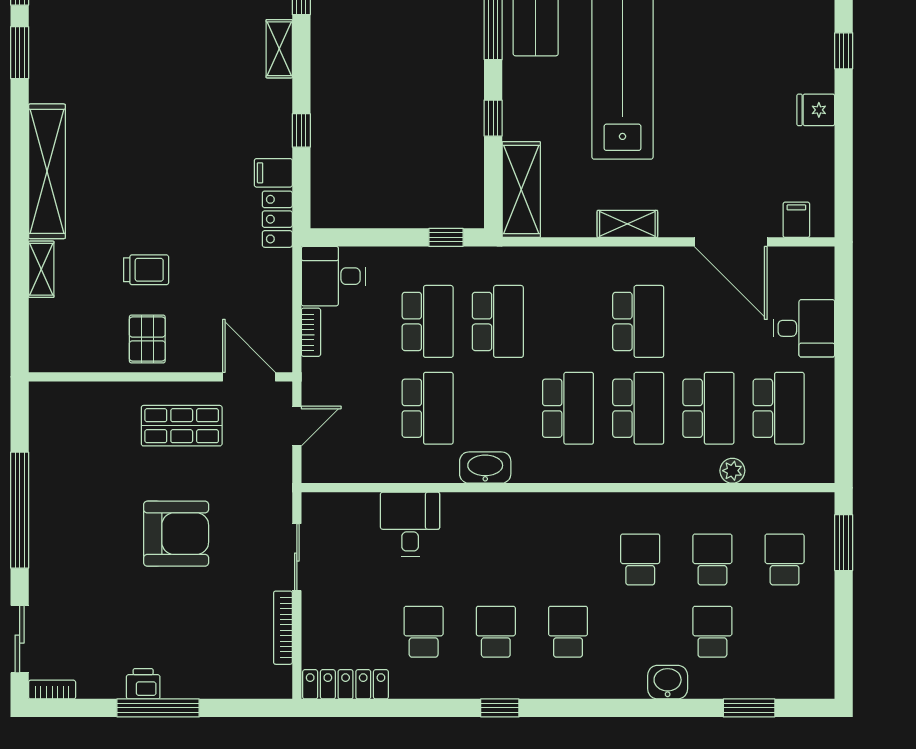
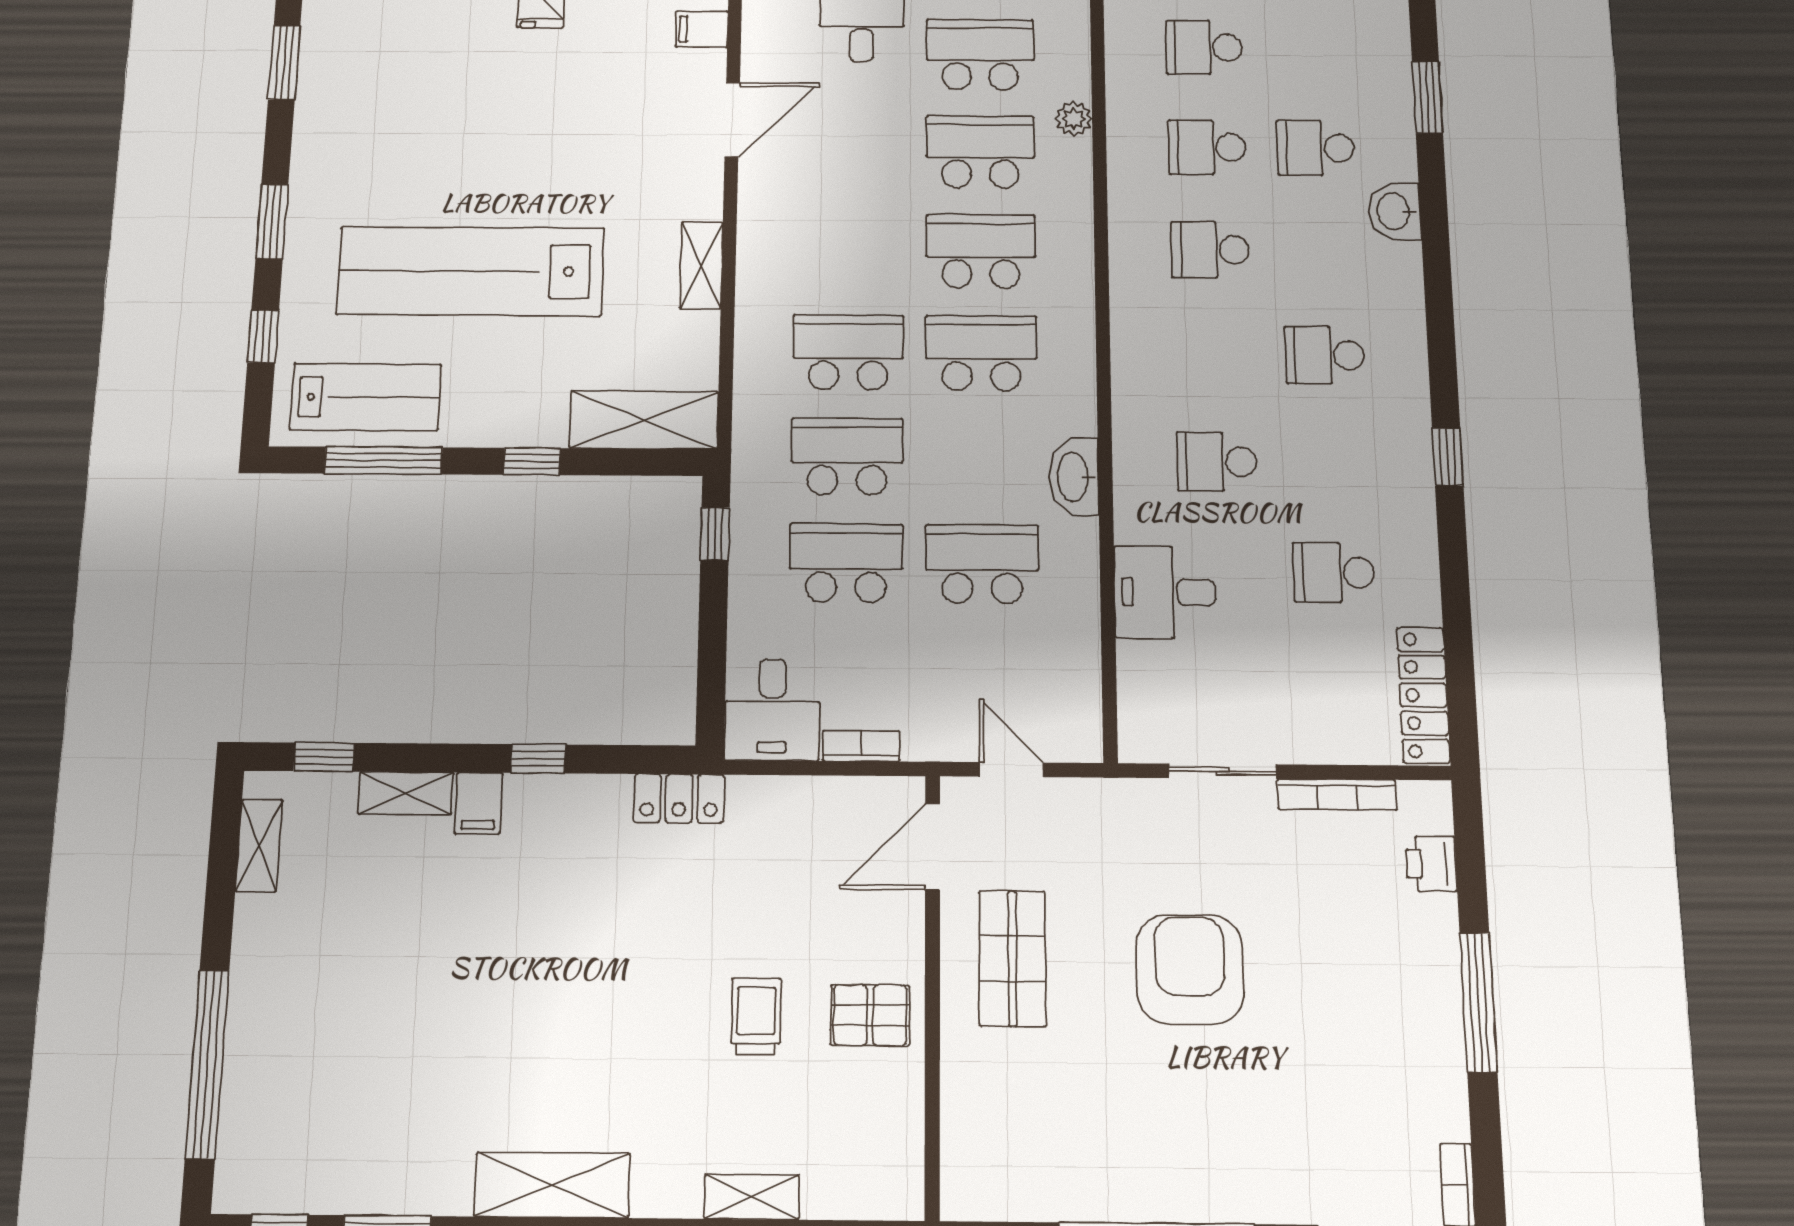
shelving: (47, 171) -> (552, 1185), width x0.68
filing cabinet: (273, 173) -> (479, 803), moved
door: (731, 242) -> (732, 120), width x0.73
school desk: (638, 321) -> (848, 352), moved
school desk: (496, 632) -> (1217, 462), moved
printer: (143, 684) -> (1431, 864), moved

